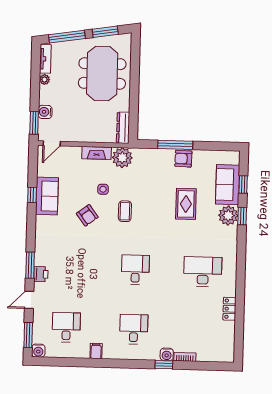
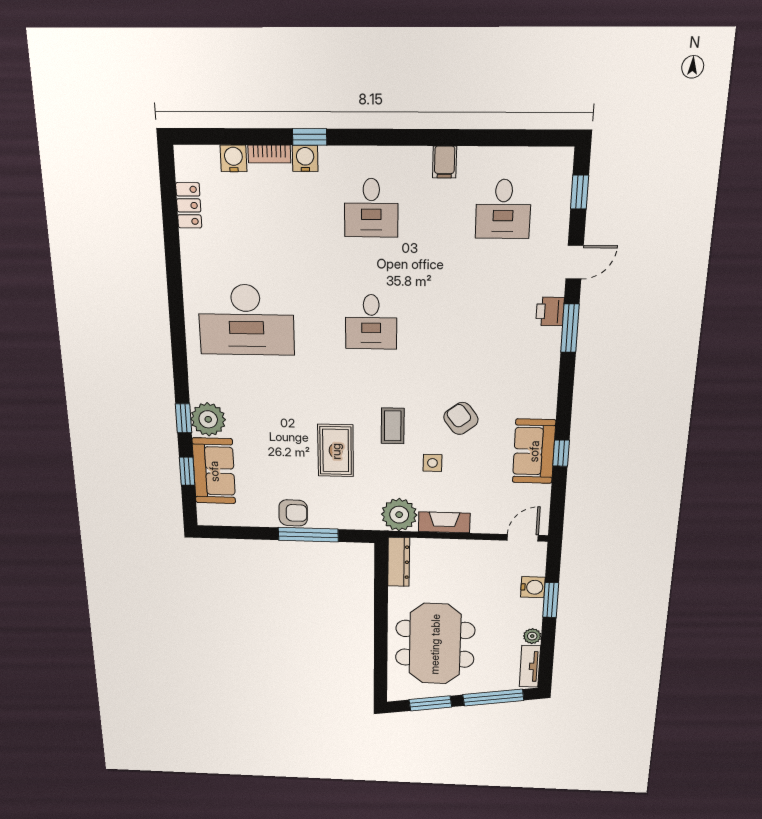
window: (34, 123) -> (551, 600), moved
rug: (186, 204) -> (336, 451), moved
desk: (203, 272) -> (246, 320), width x1.36, depth x1.30
locker: (229, 309) -> (189, 205), moved
window: (28, 335) -> (579, 192), width x0.67
water cooler: (38, 351) -> (233, 158), moved

